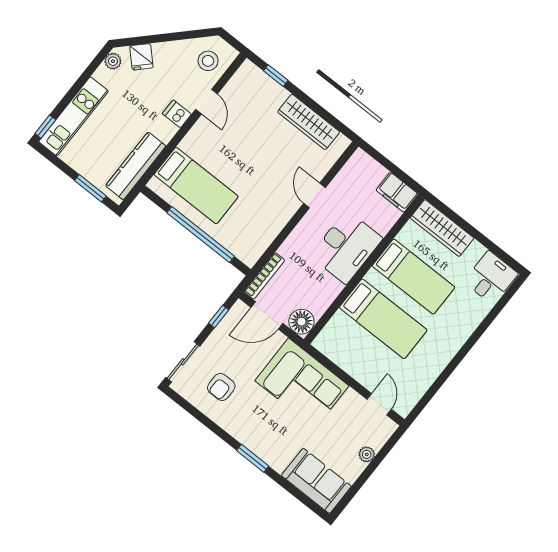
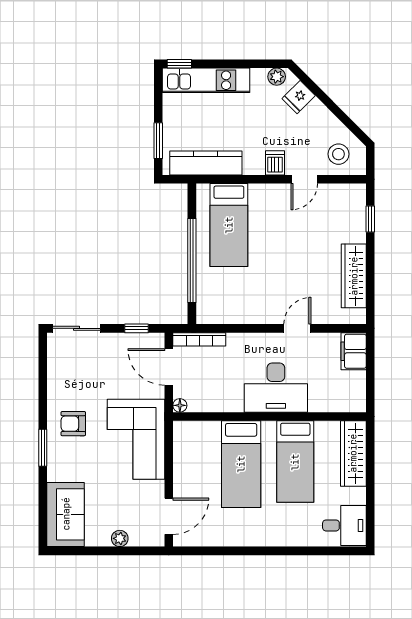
filing cabinet: (397, 192) -> (354, 351), moved
floor lamp: (301, 322) -> (180, 405), width x0.53, depth x0.53
armchair: (221, 387) -> (73, 424), moved
door: (379, 404) -> (169, 516), width x1.38

